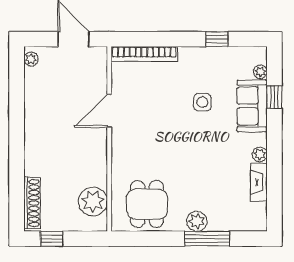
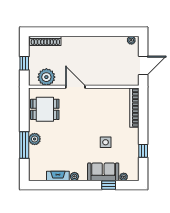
door: (109, 111) -> (75, 87), moved
window: (52, 239) -> (24, 63), moved

